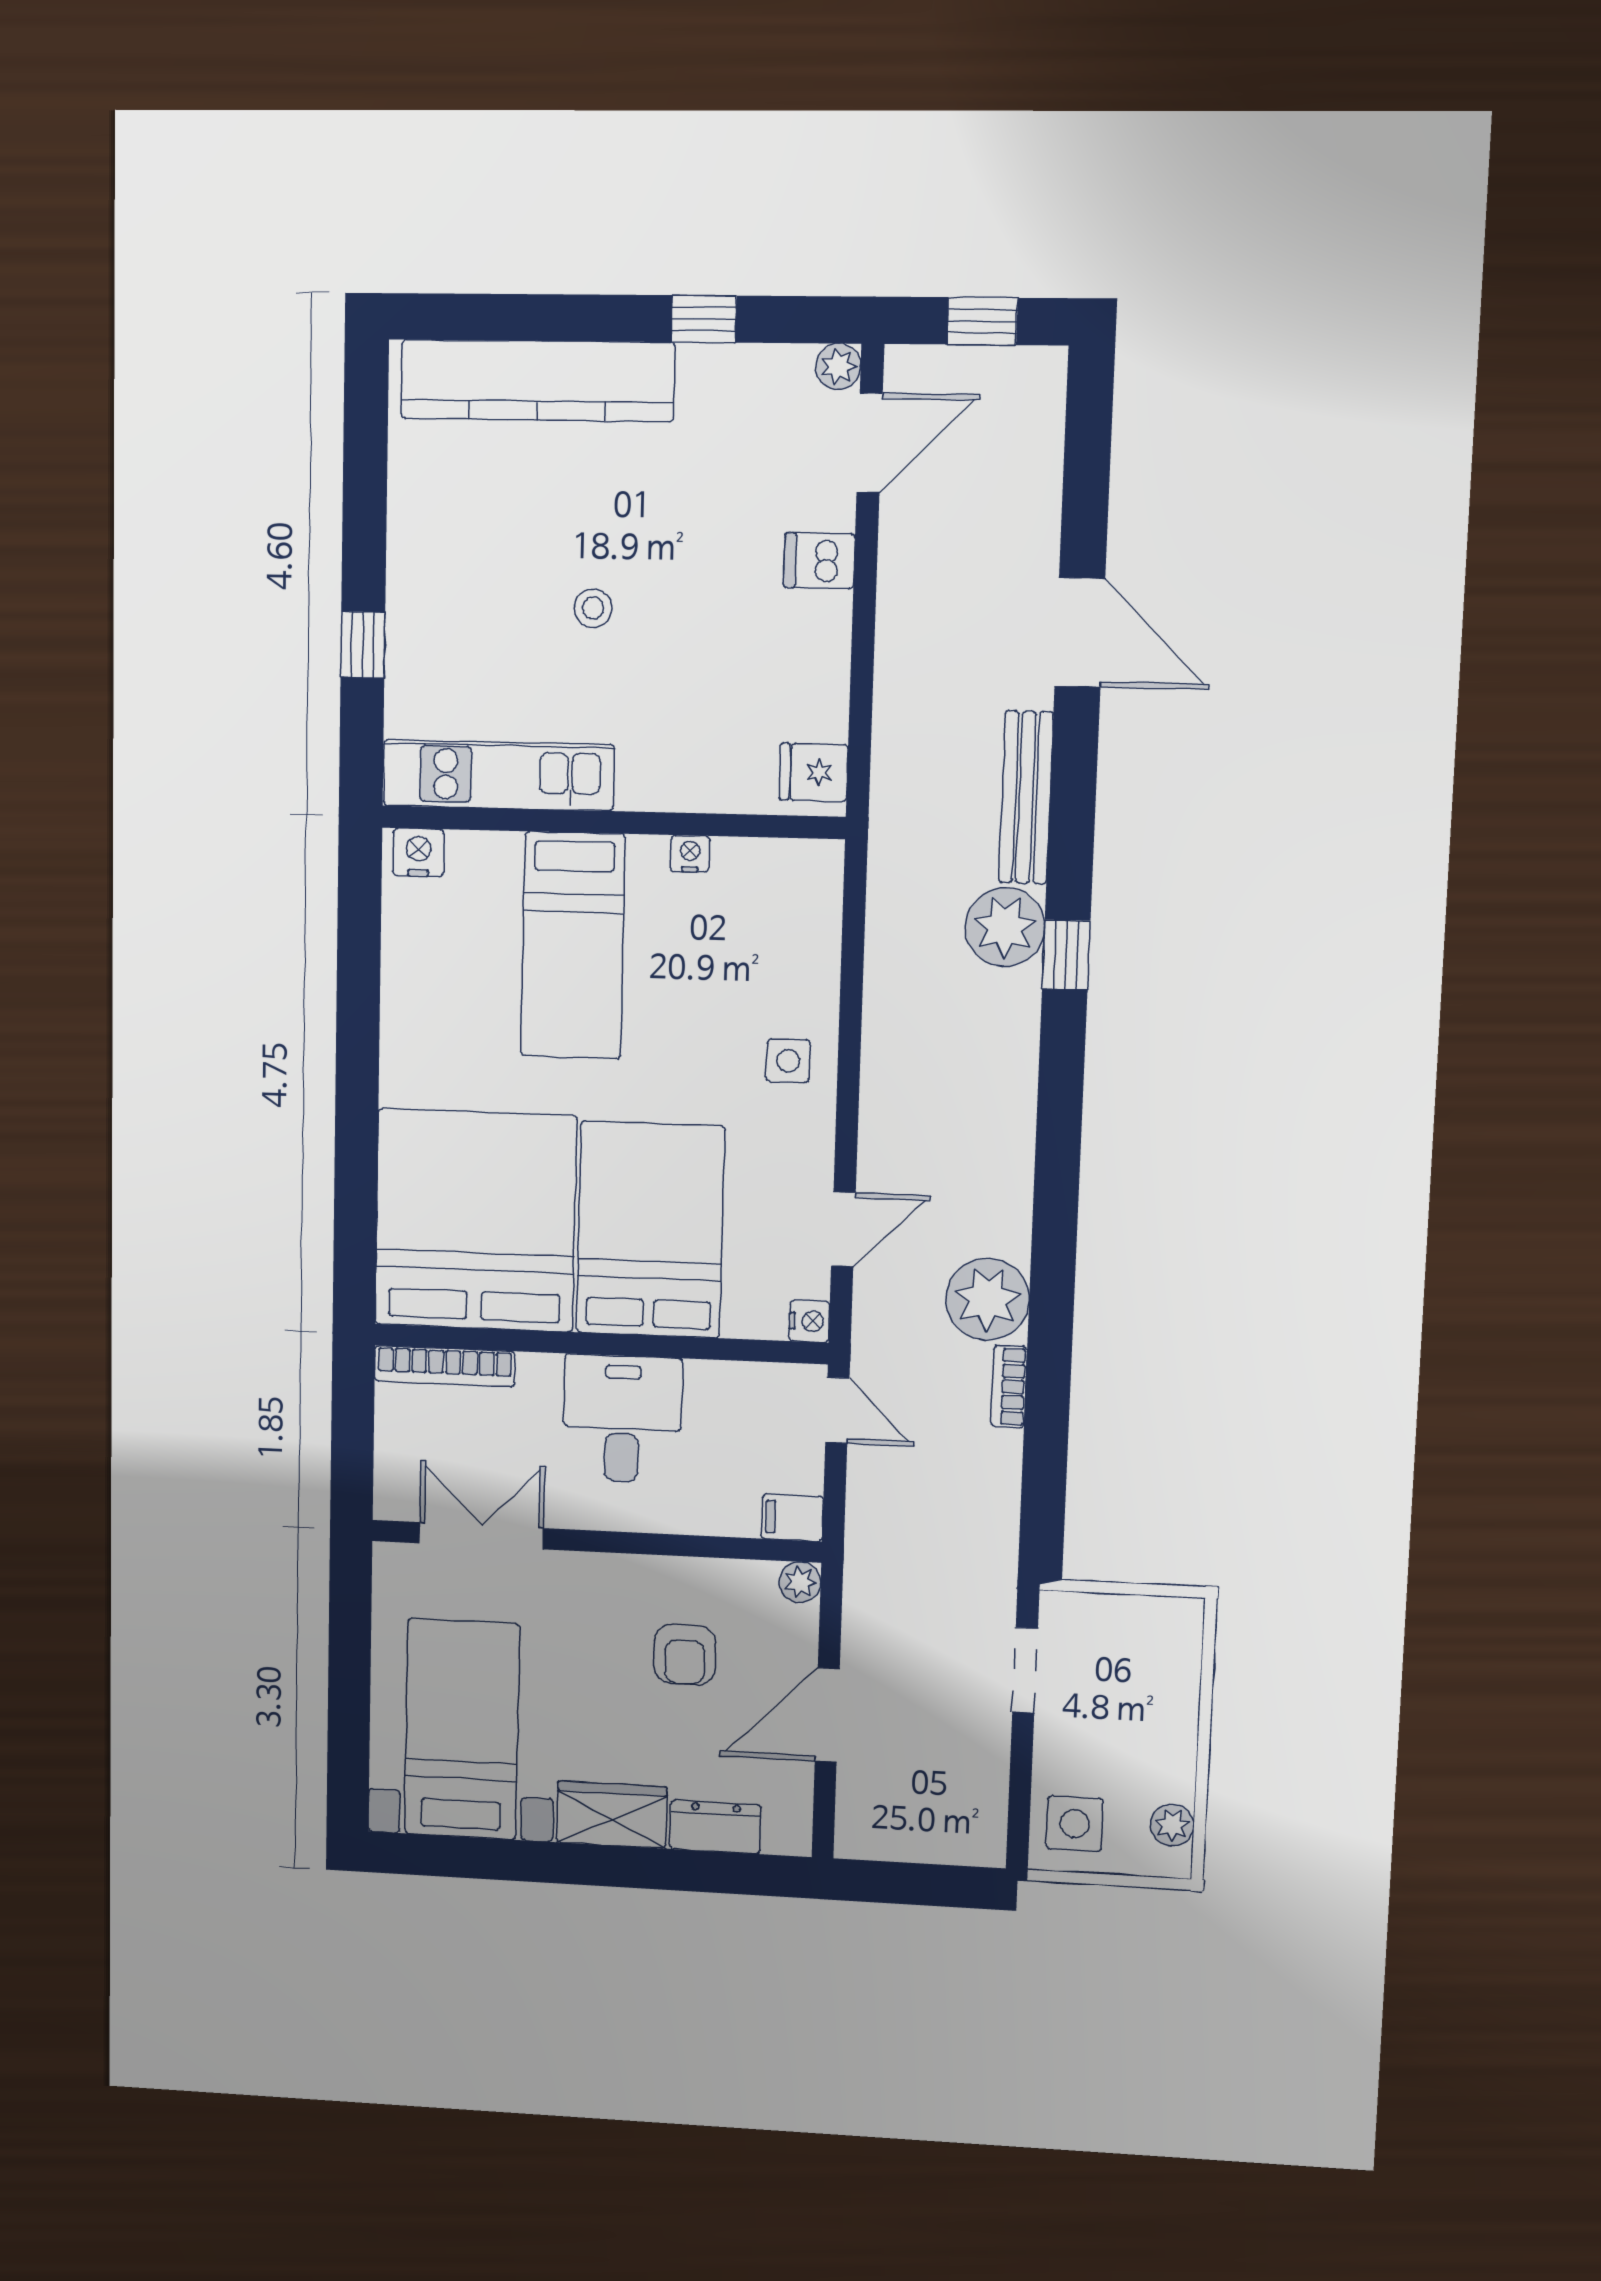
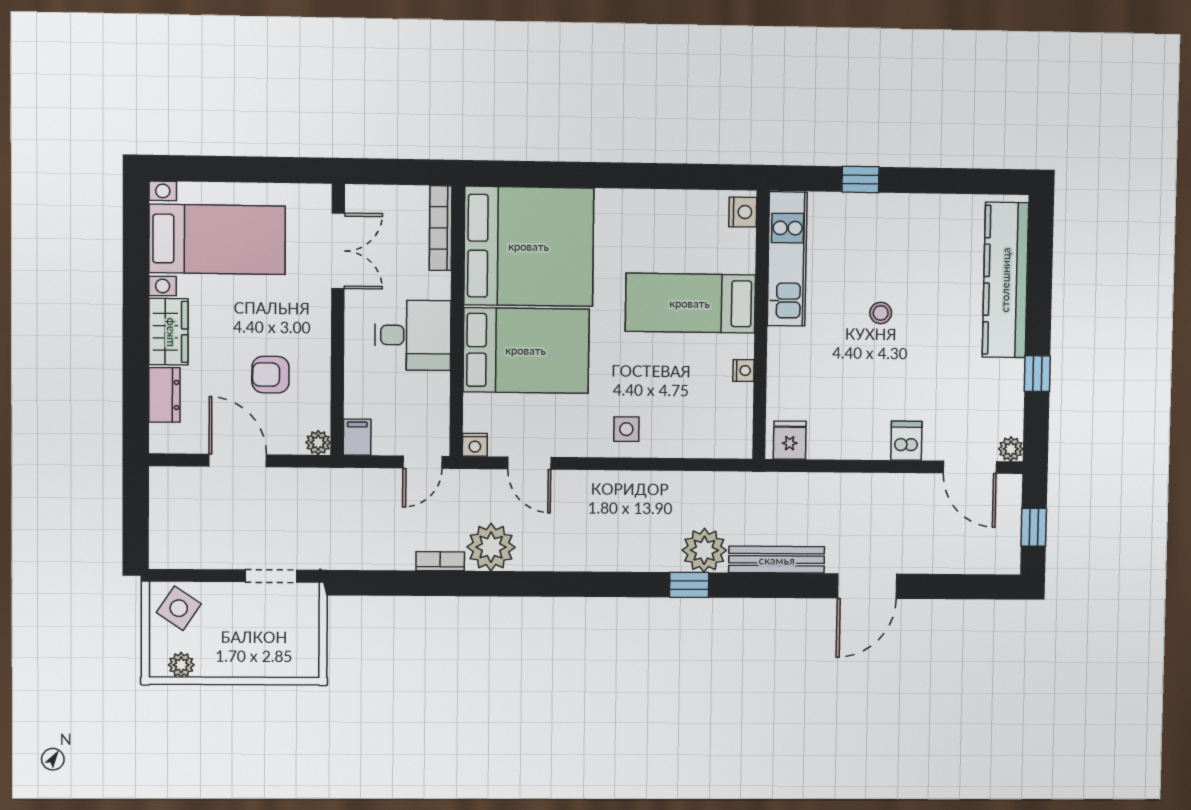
side table: (1075, 1824) -> (179, 608), turned 34

